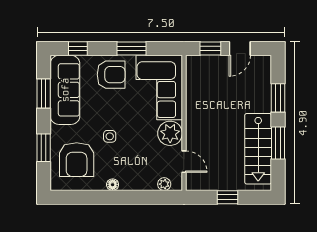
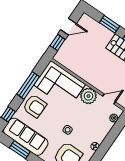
window: (131, 49) -> (28, 85), width x1.44
door: (240, 49) -> (68, 27), hinge flipped
armchair: (111, 75) -> (35, 106), turned 90

